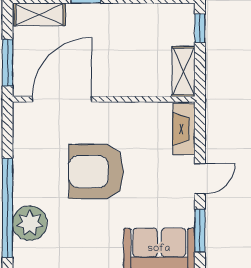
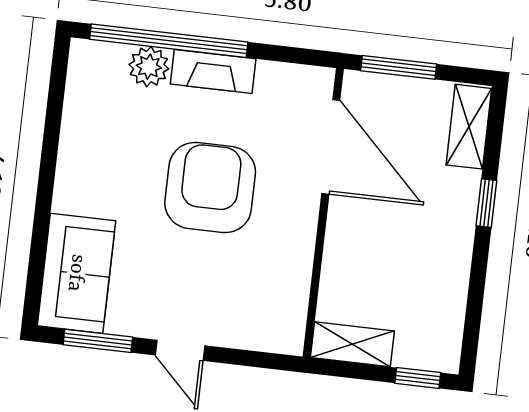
fireplace: (184, 129) -> (213, 71), moved, turned 180
plant: (30, 223) -> (149, 67), width x0.73, depth x0.73

